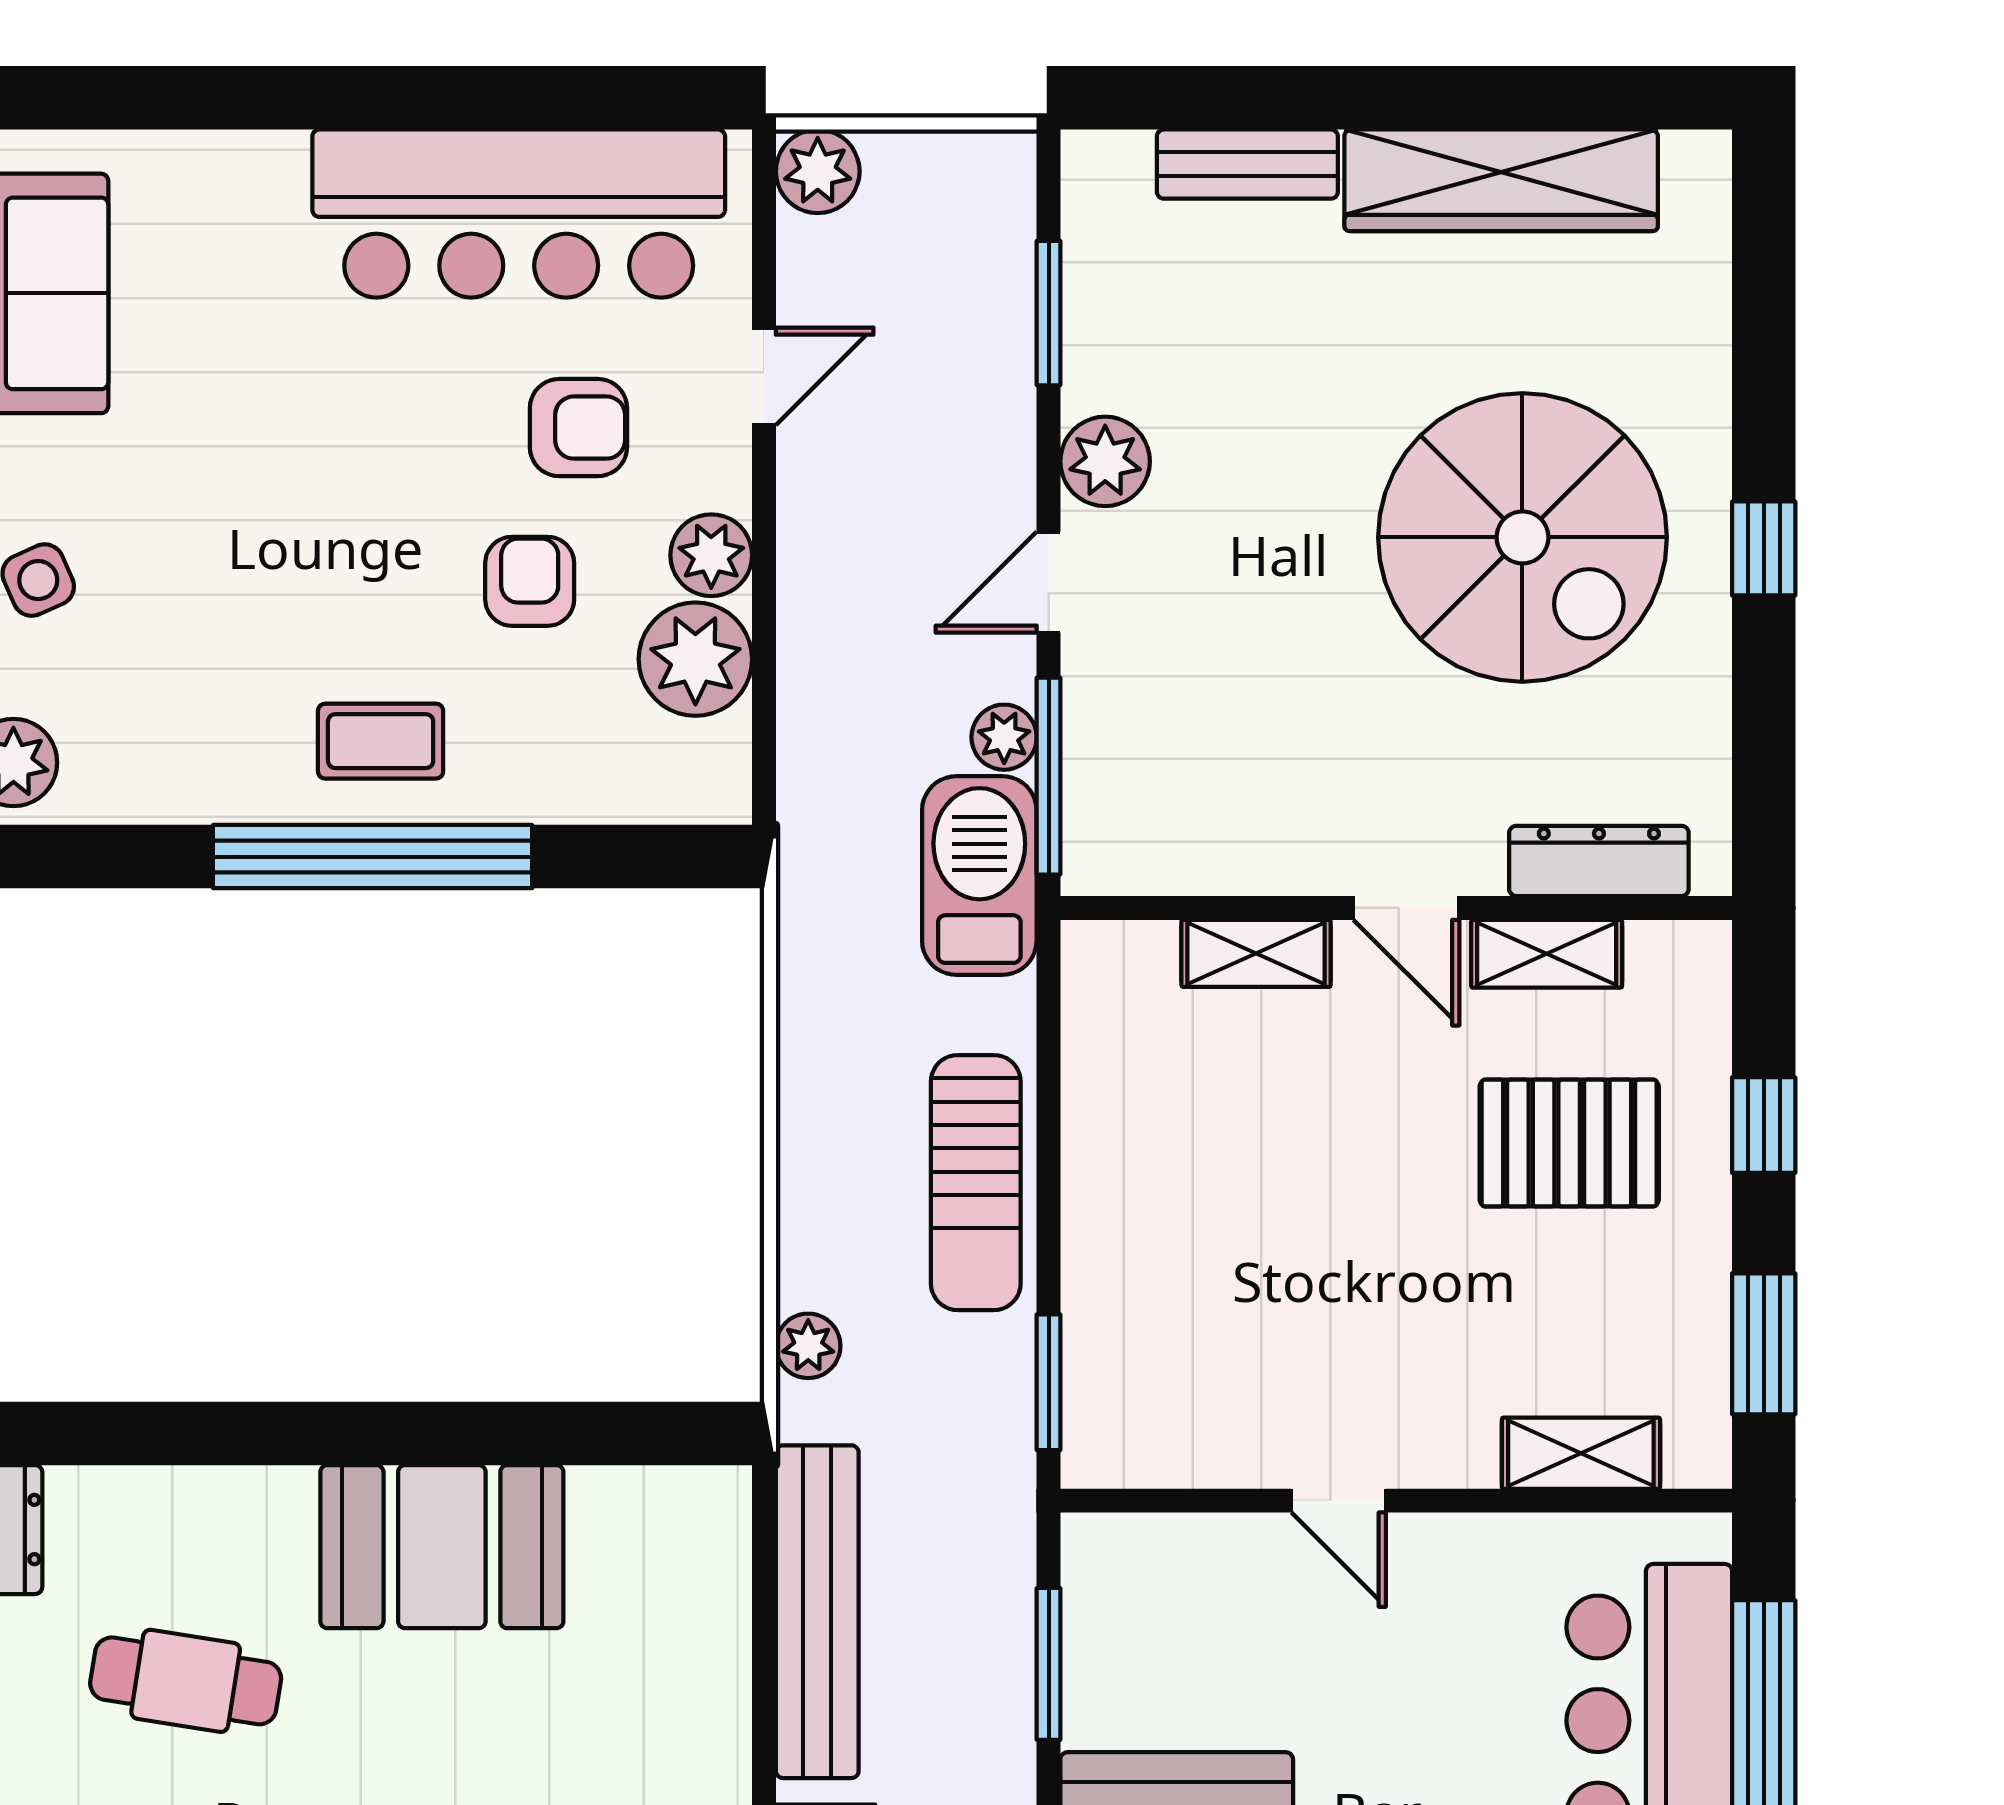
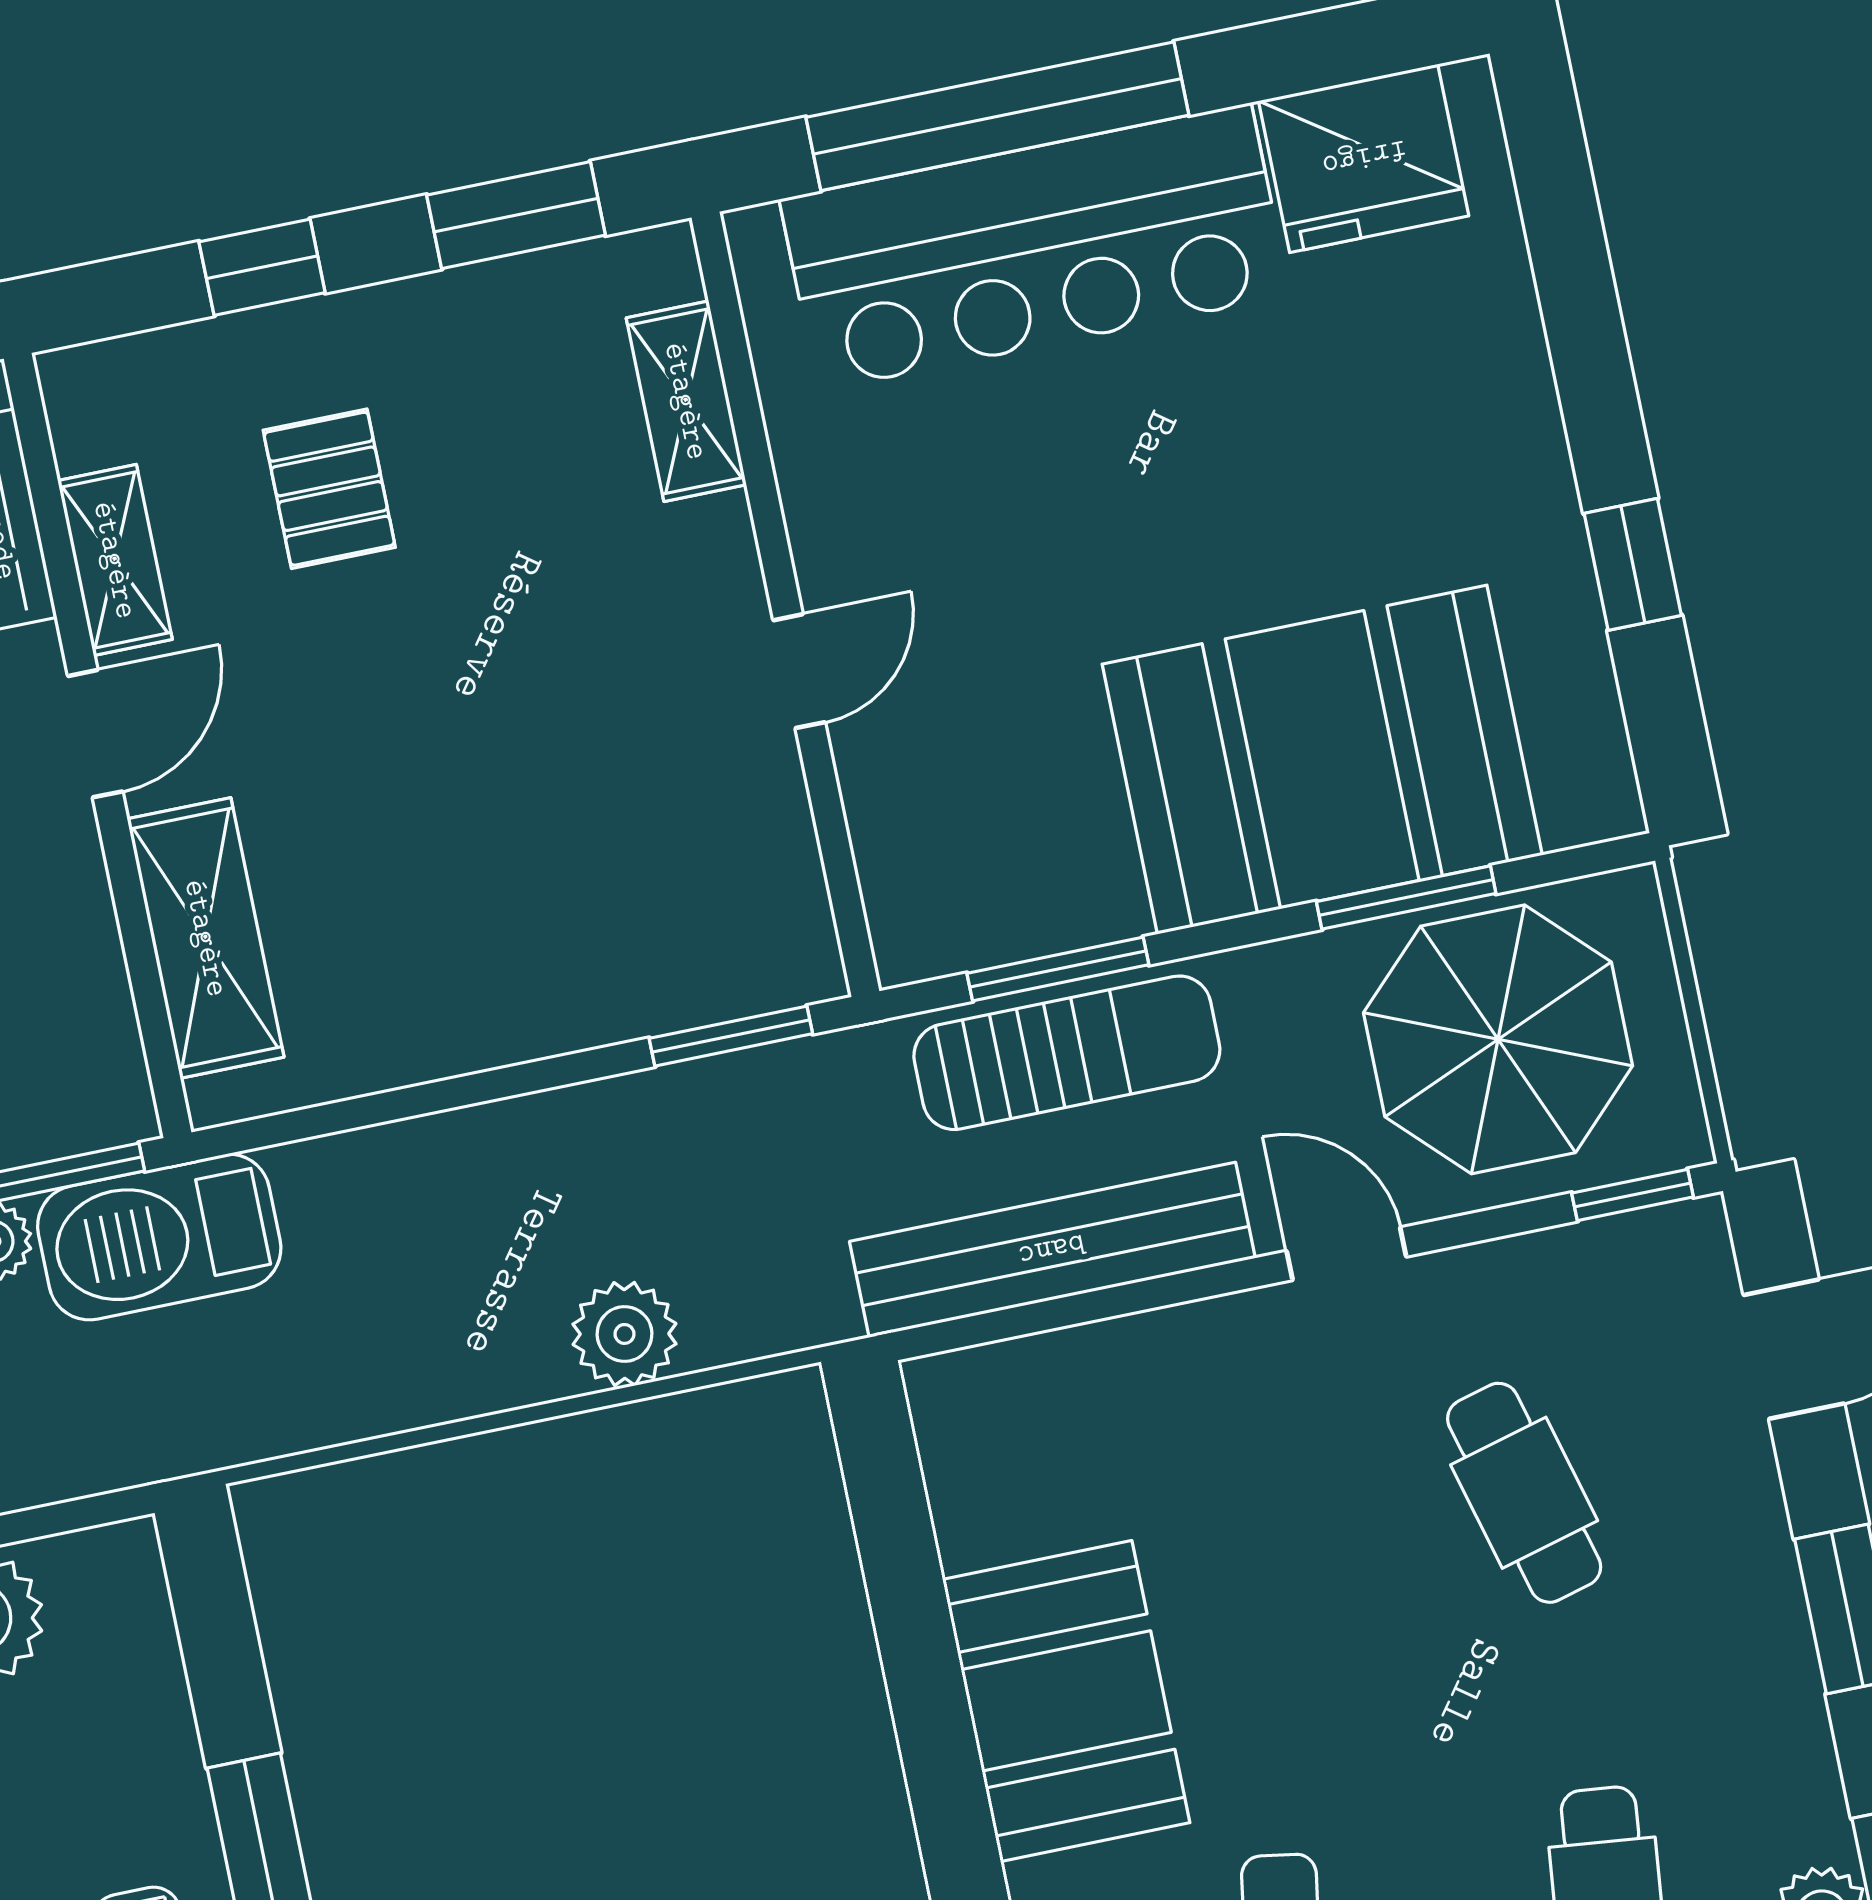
shelving: (1256, 953) -> (206, 938), width x1.50, depth x1.33
pallet: (1569, 1143) -> (329, 489), width x0.67, depth x0.71
sun lounger: (976, 1183) -> (1067, 1053), moved
plant: (808, 1346) -> (625, 1334), moved, width x1.38, depth x1.38

